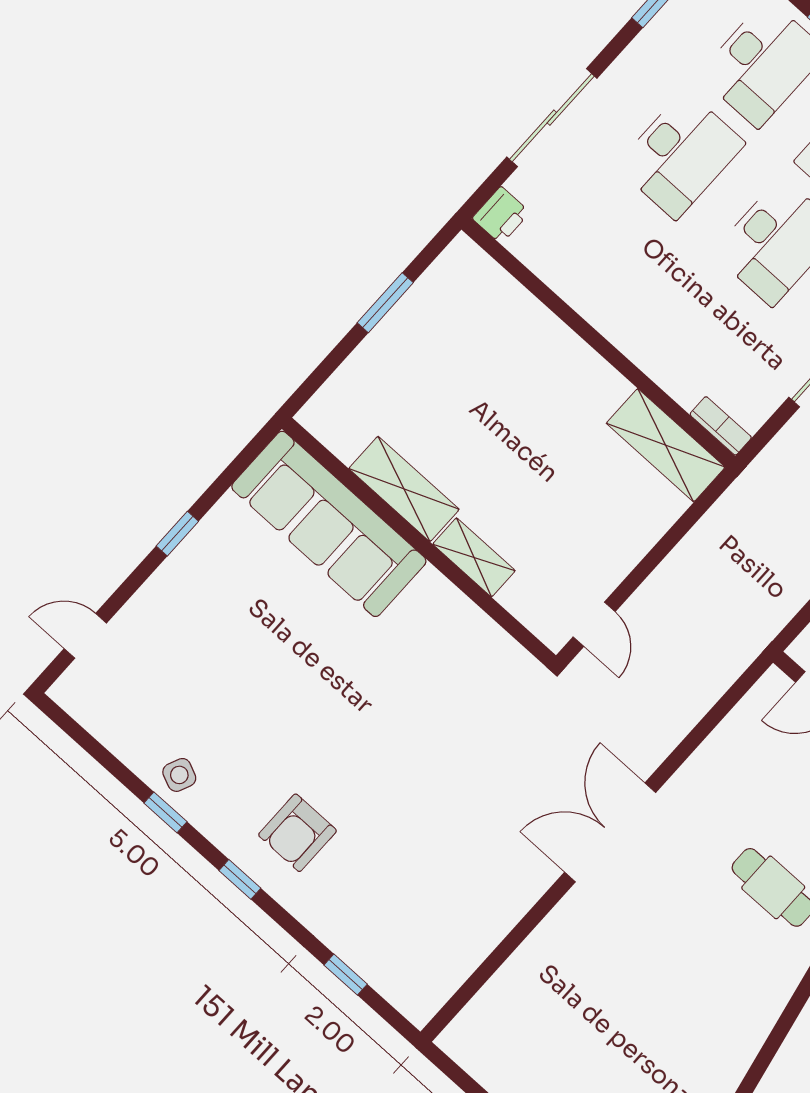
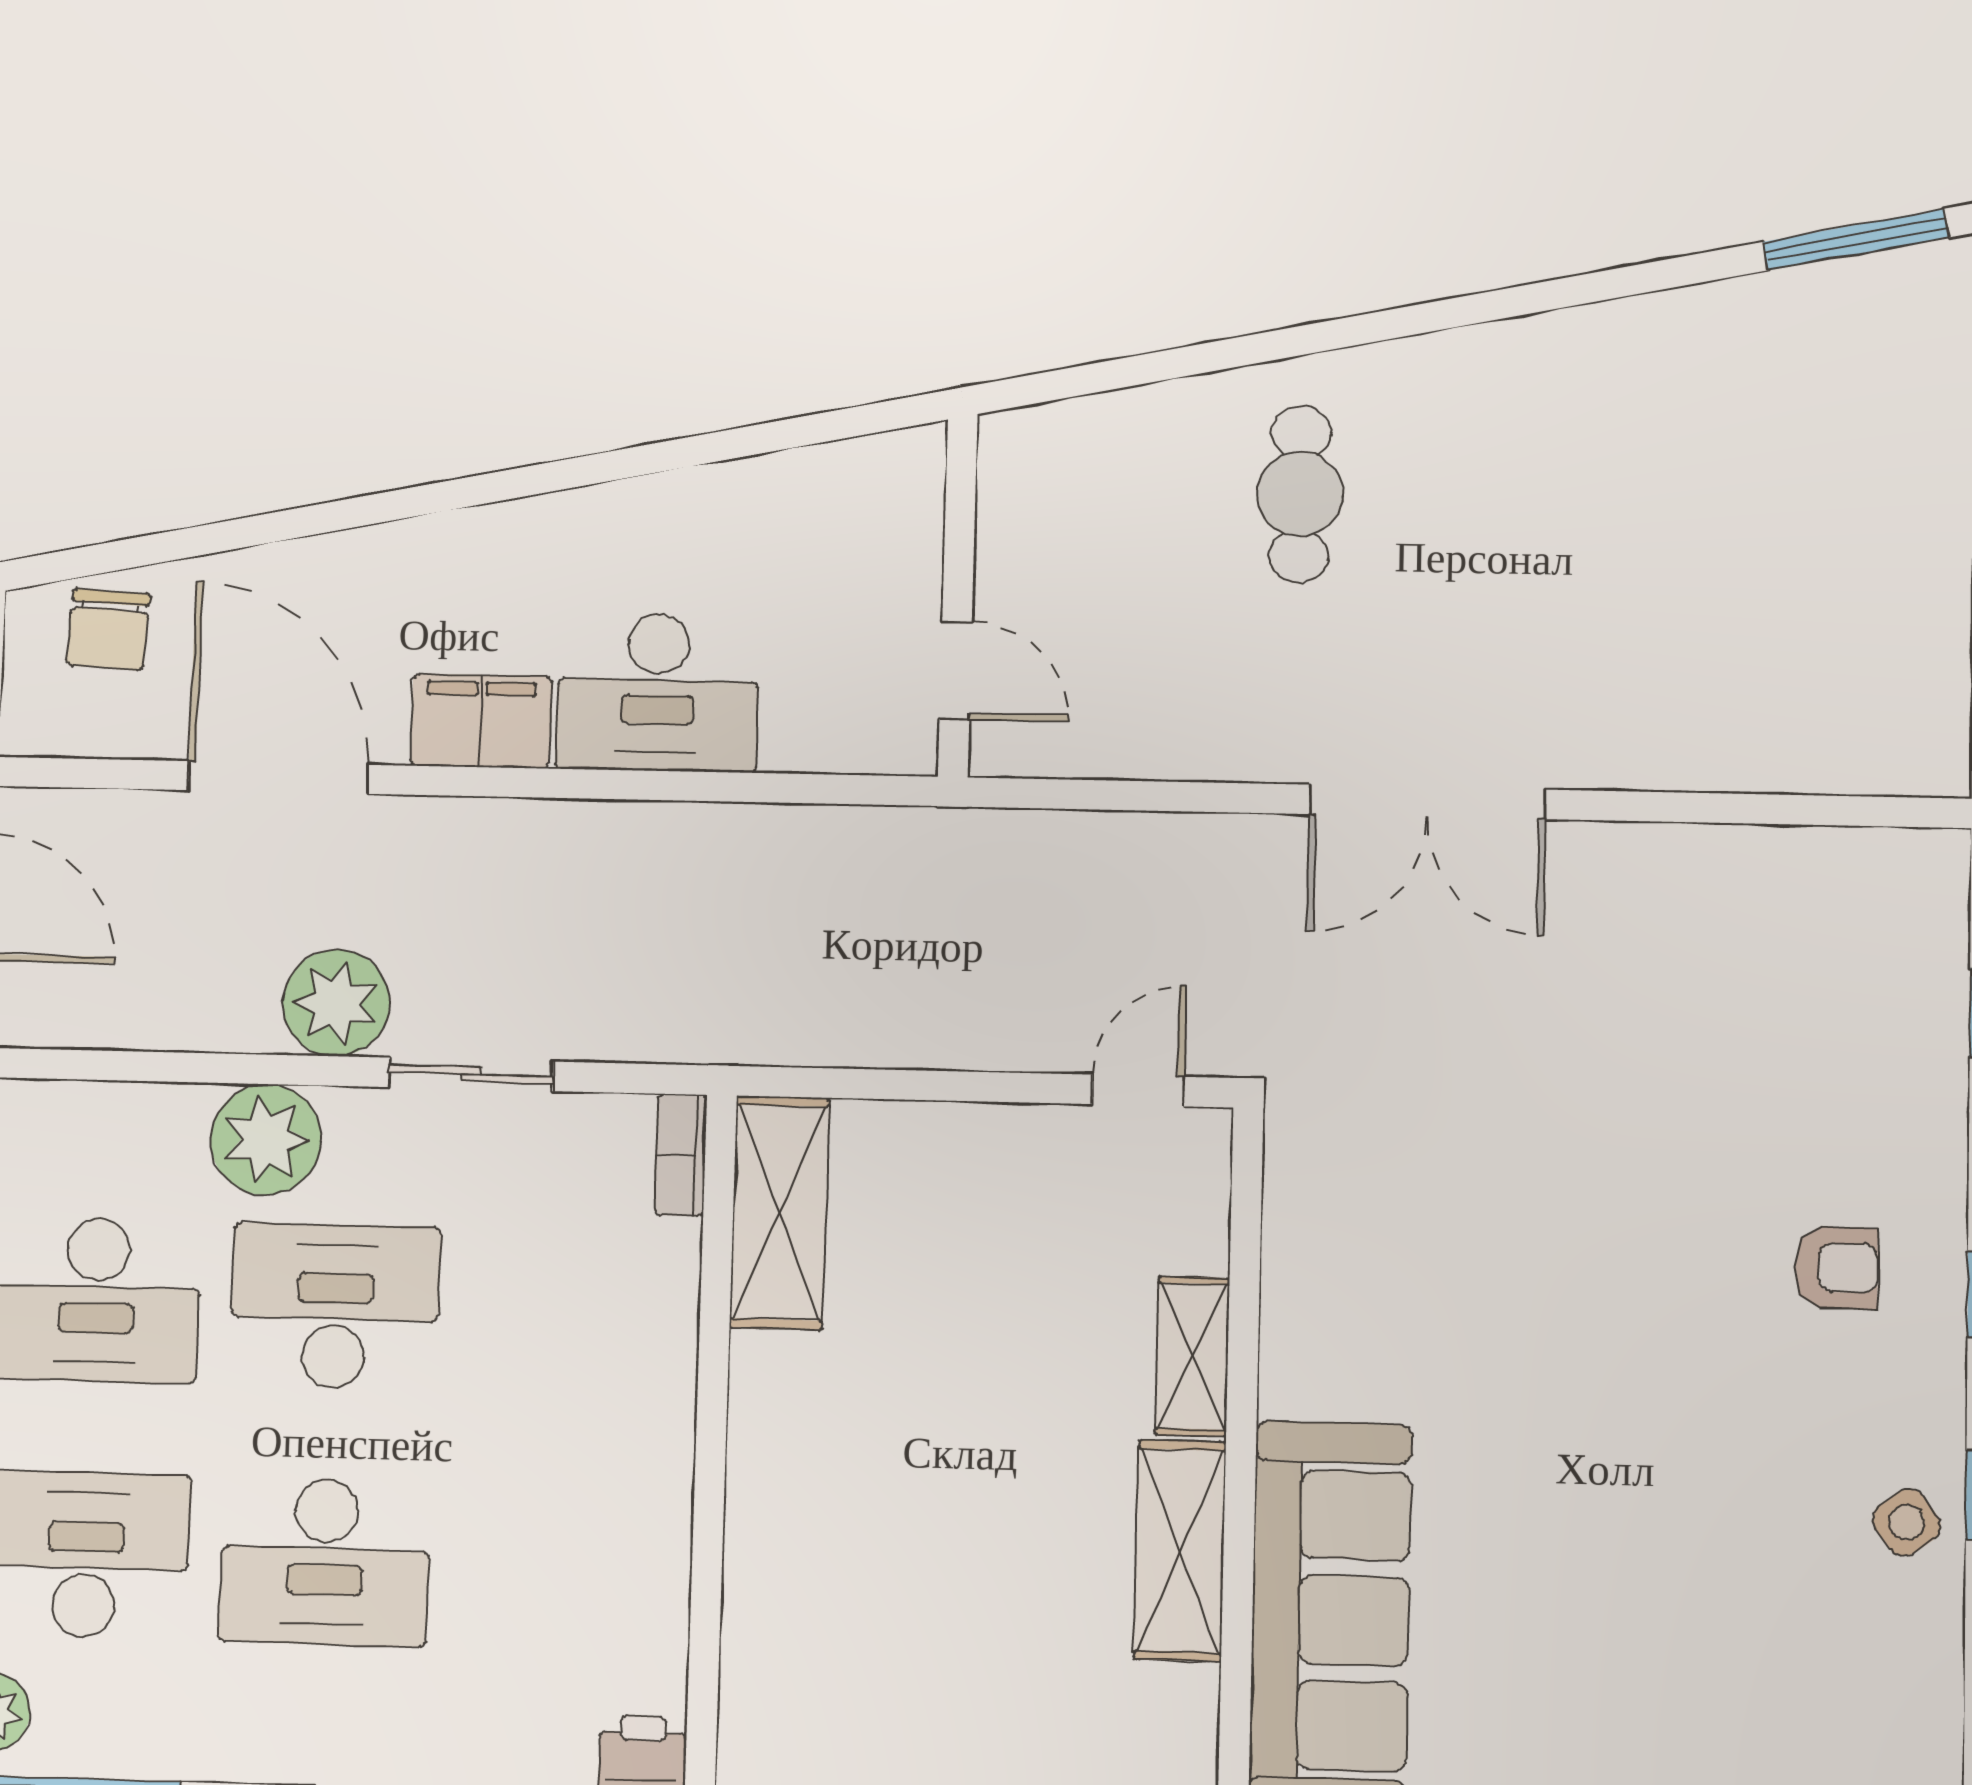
desk: (680, 155) -> (325, 1562), turned 180
side table: (179, 775) -> (1907, 1522), turned 30
armchair: (297, 833) -> (1837, 1268), width x0.72, depth x0.72

